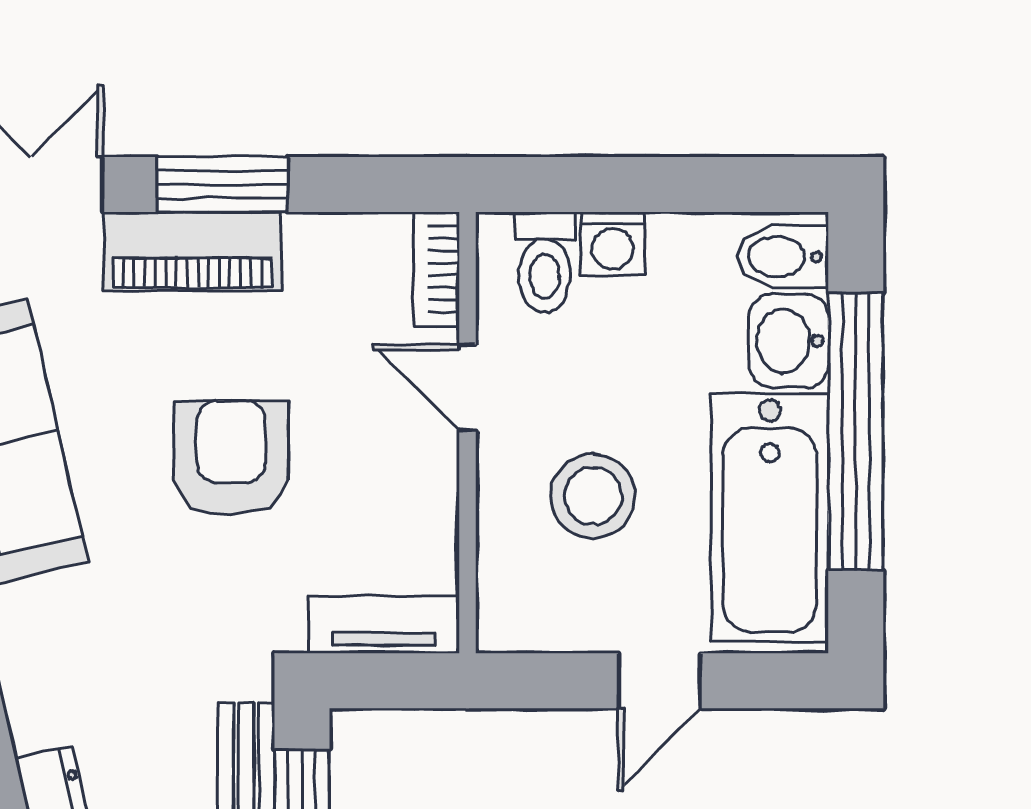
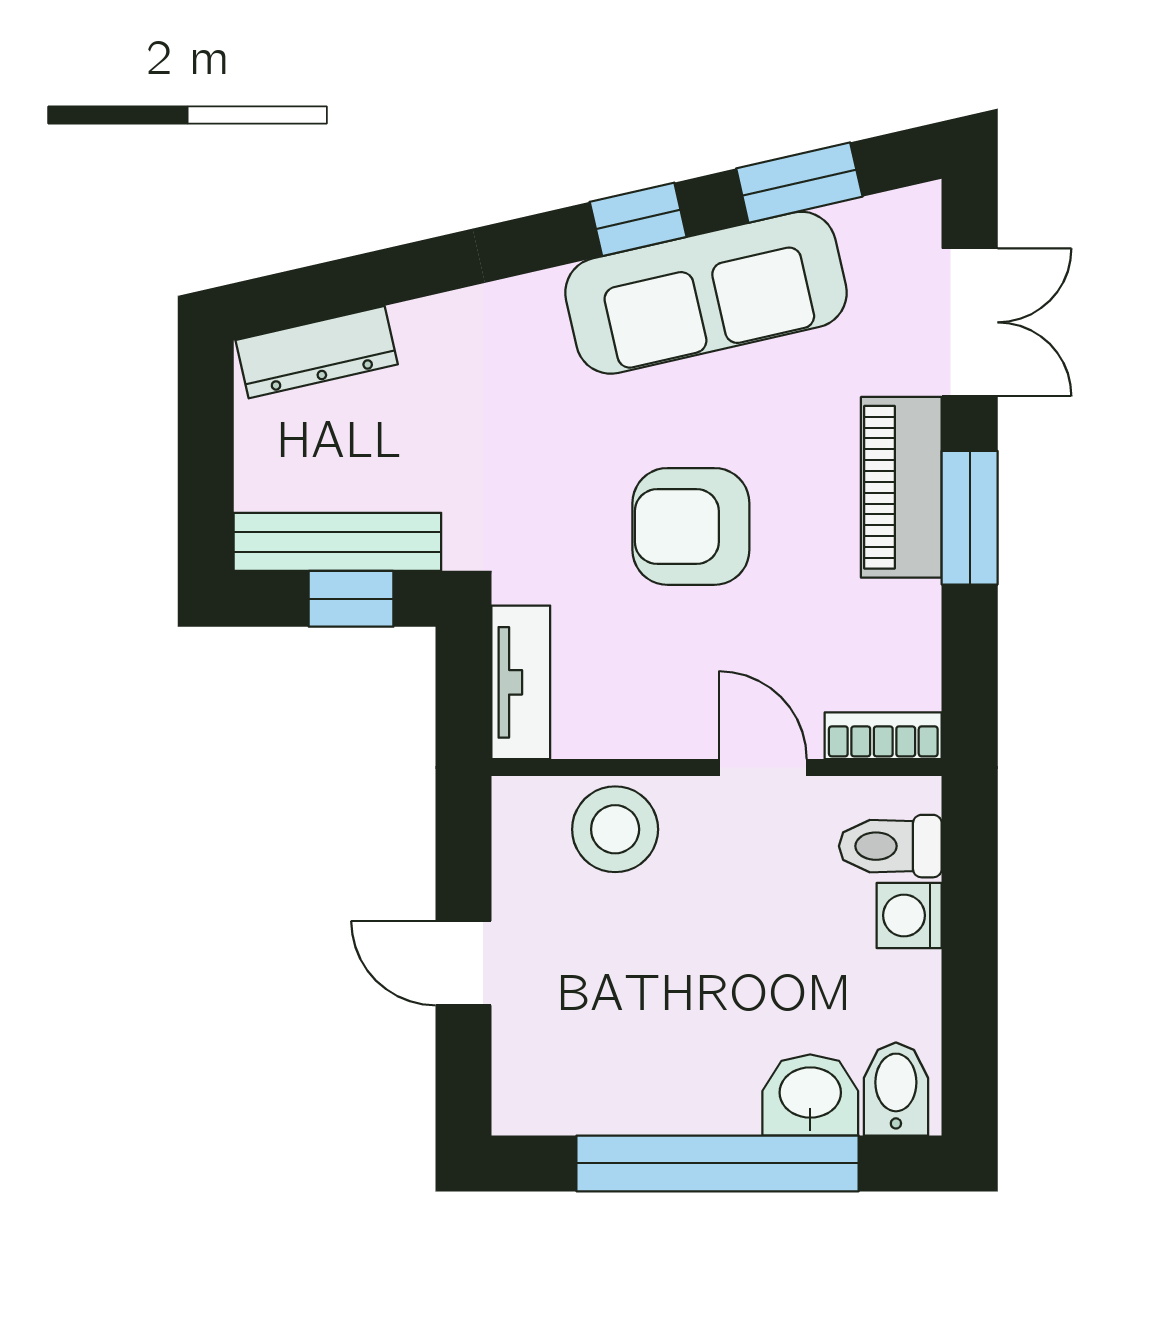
door: (467, 387) -> (763, 768), hinge flipped
armchair: (231, 458) -> (691, 526), turned 180
stool: (593, 496) -> (615, 829), moved
bathtub: (770, 518) -> (630, 1076), removed

